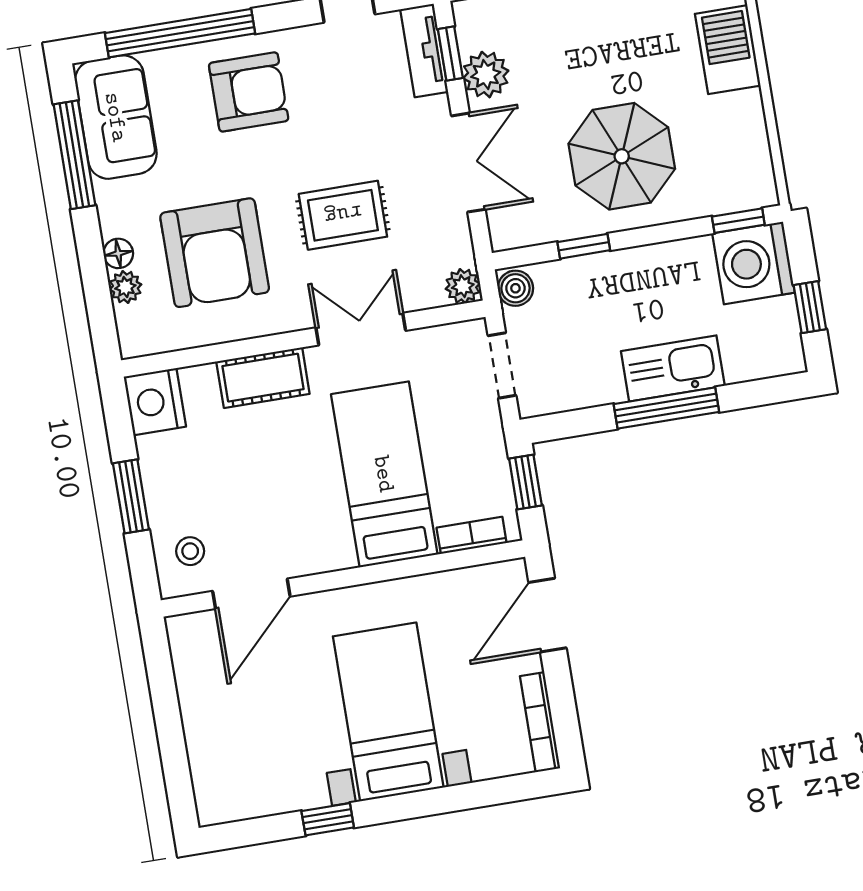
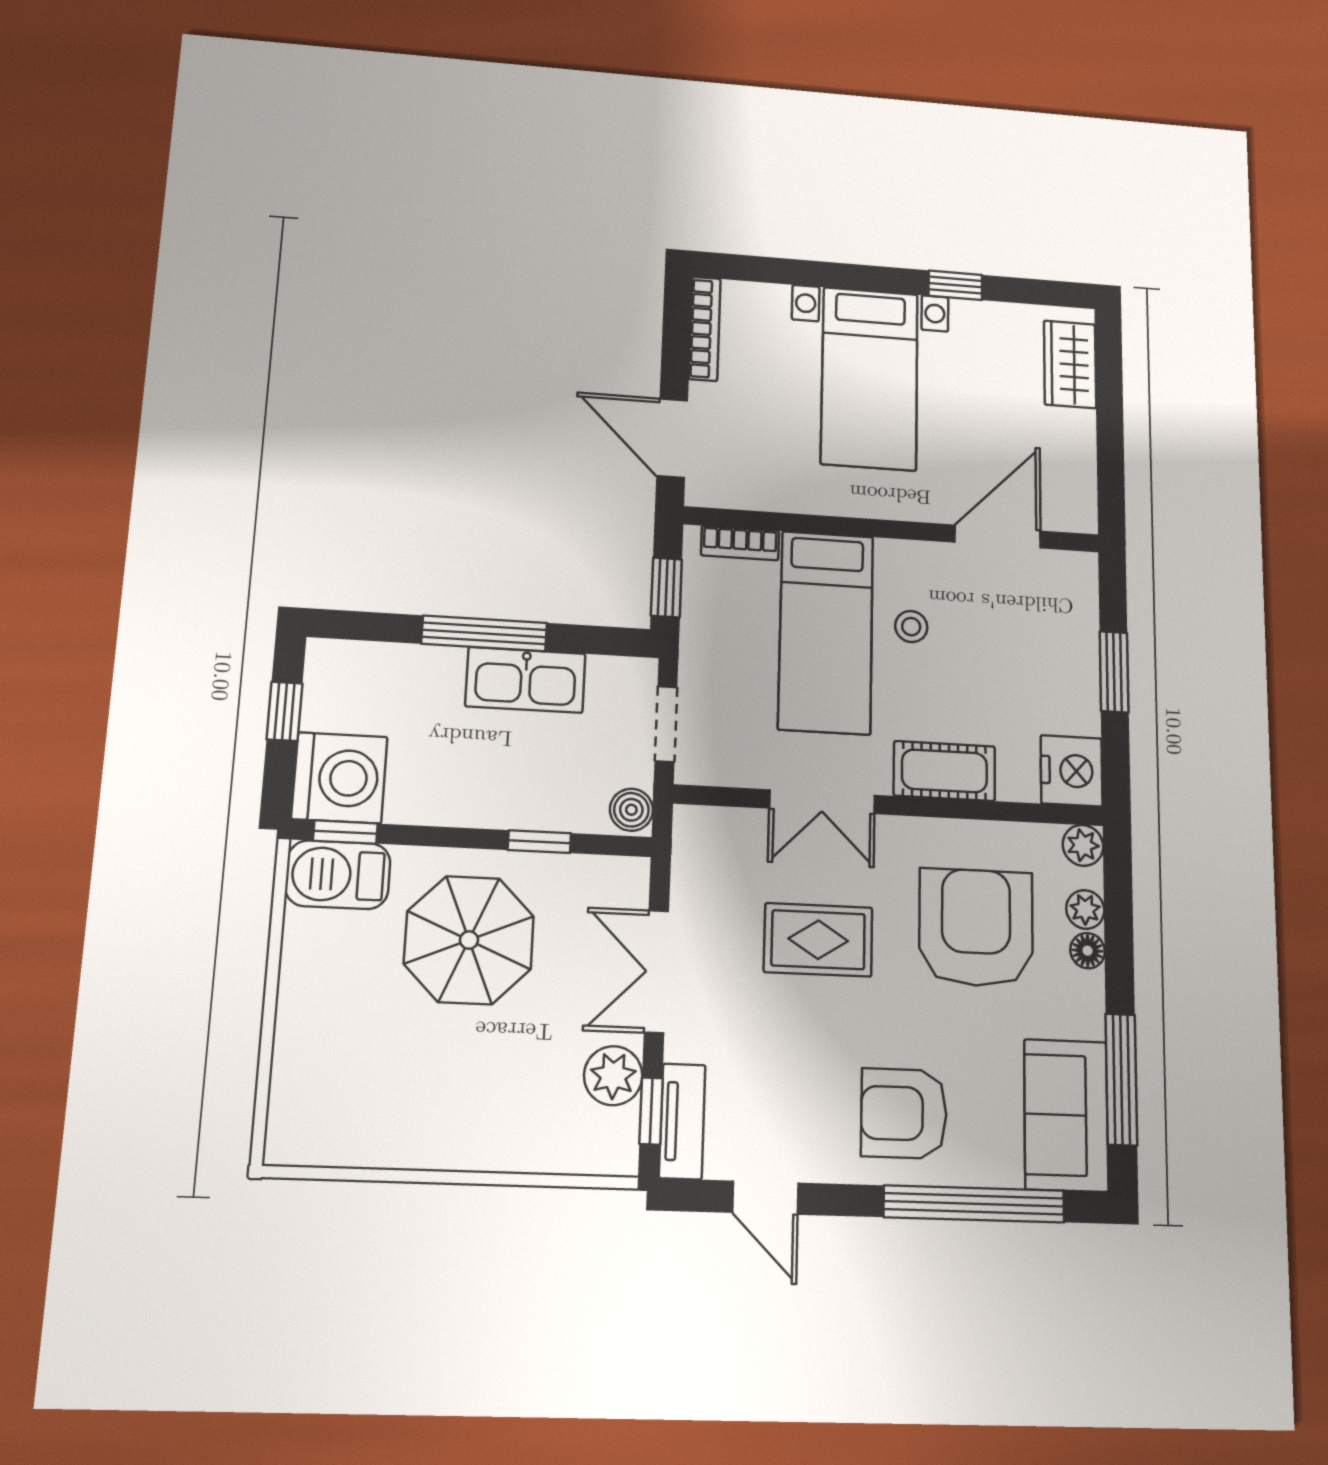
barbecue: (728, 50) -> (338, 875), moved, turned 90
plant: (463, 286) -> (1083, 845), moved
kitchen sink: (673, 369) -> (525, 680), moved
stool: (190, 551) -> (911, 627), moved
door: (548, 615) -> (672, 438), swing flipped
wardrobe: (213, 769) -> (1070, 364), added

